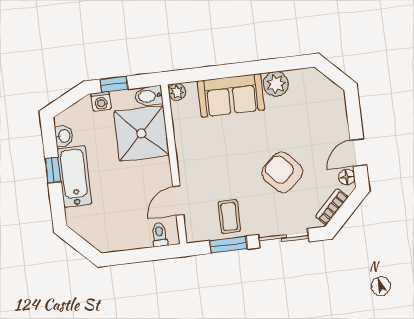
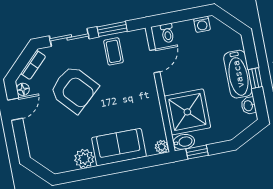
window: (114, 84) -> (197, 152), moved
washing machine: (101, 101) -> (202, 24), moved, turned 180
armchair: (282, 172) -> (74, 89), width x1.36, depth x1.36

